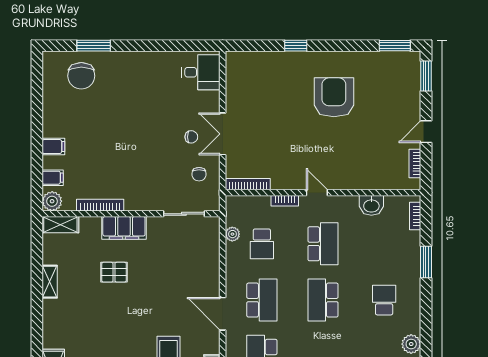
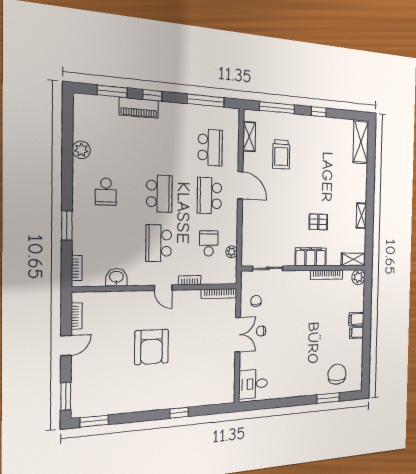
armchair: (334, 97) -> (152, 347), moved
filing cabinet: (53, 178) -> (357, 332), moved

